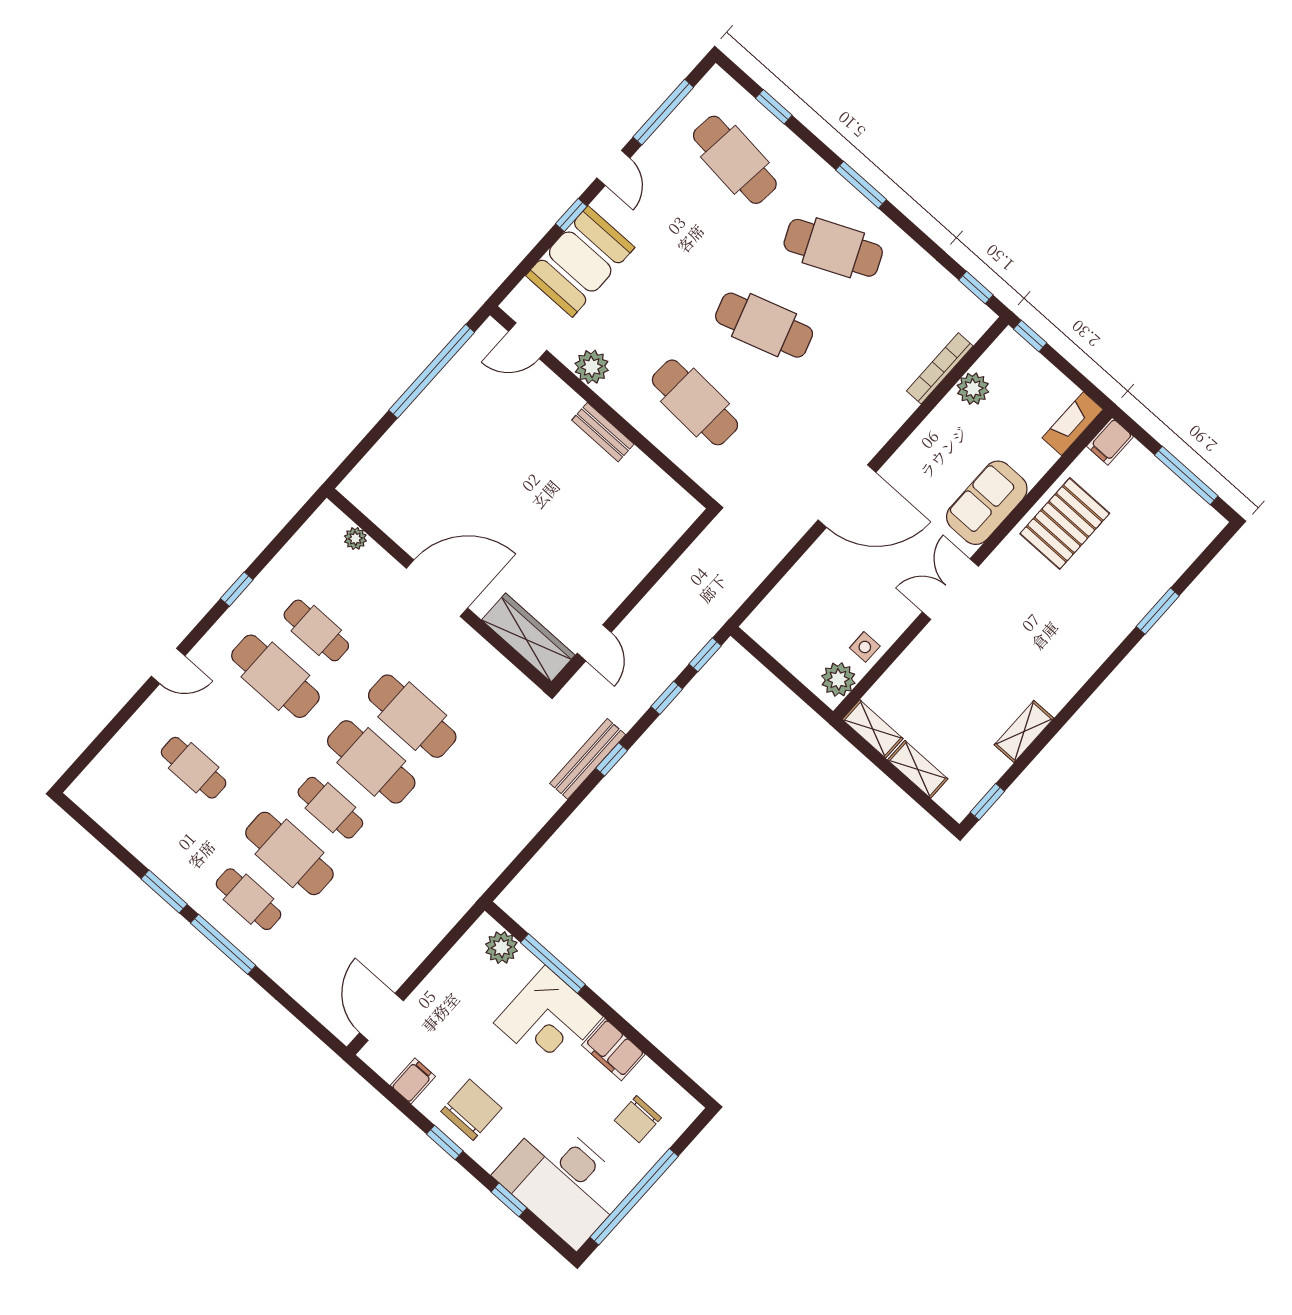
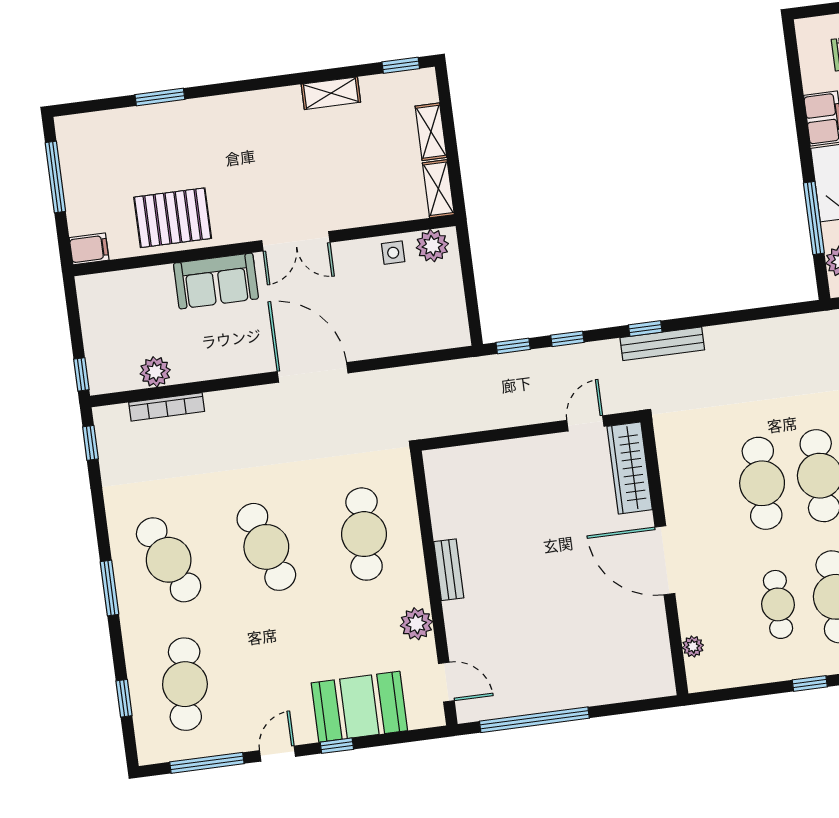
fireplace: (1072, 424) -> (105, 285), removed

